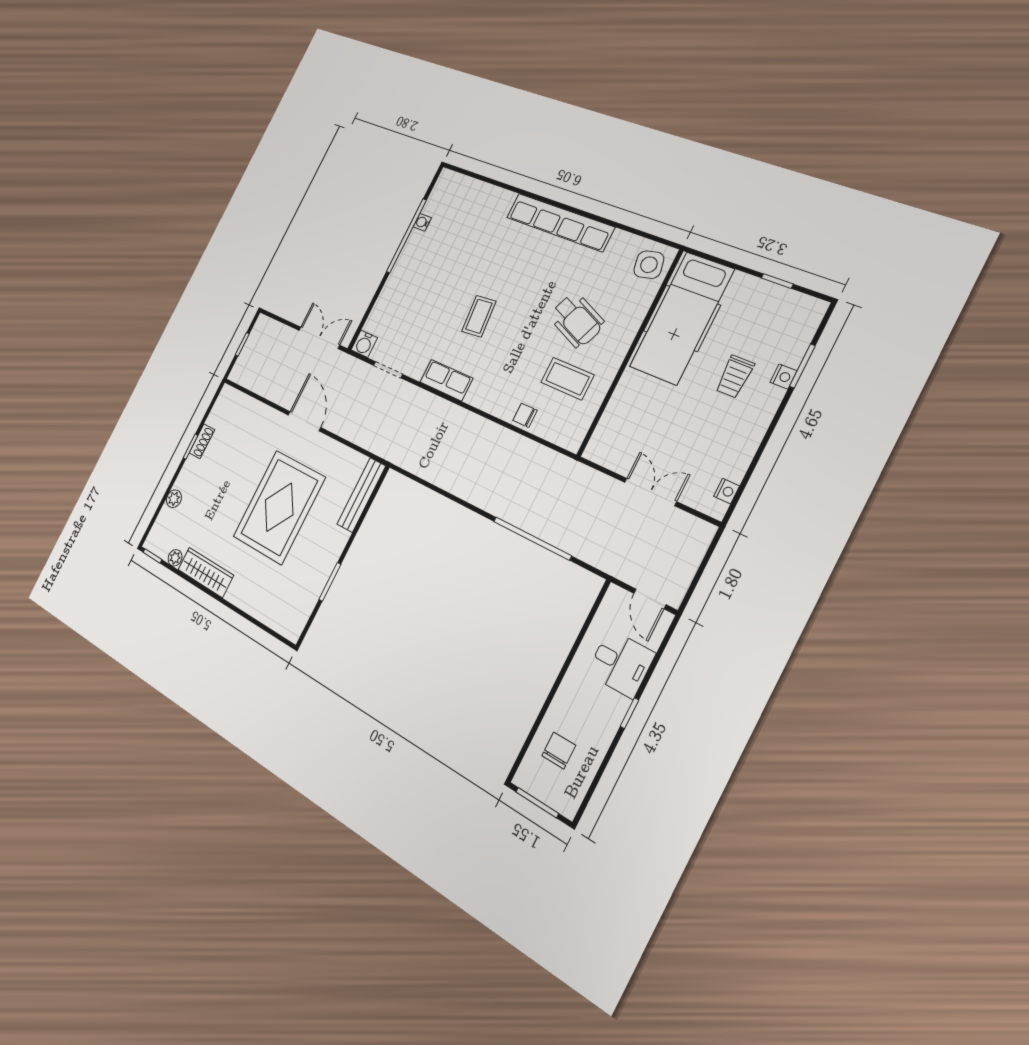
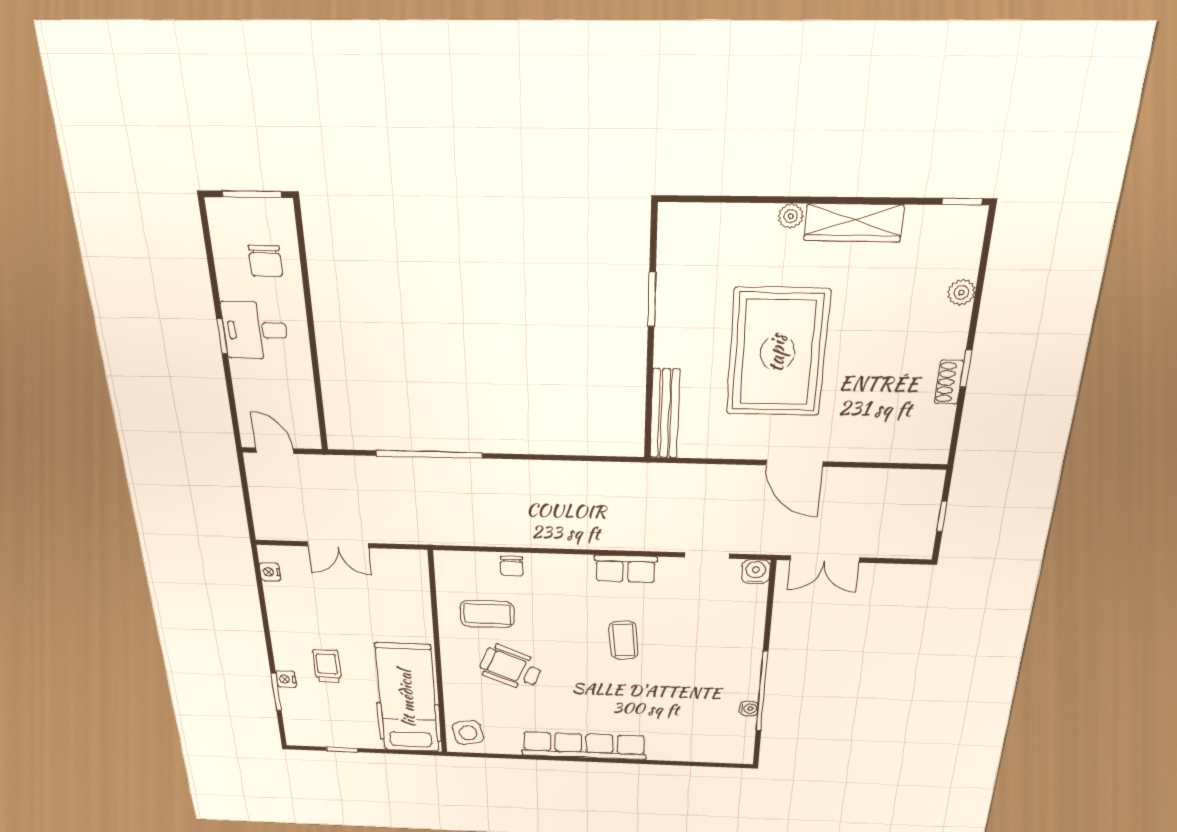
chair: (525, 415) -> (512, 566), turned 90
plant: (175, 558) -> (791, 216), moved
desk: (621, 663) -> (255, 330), moved

